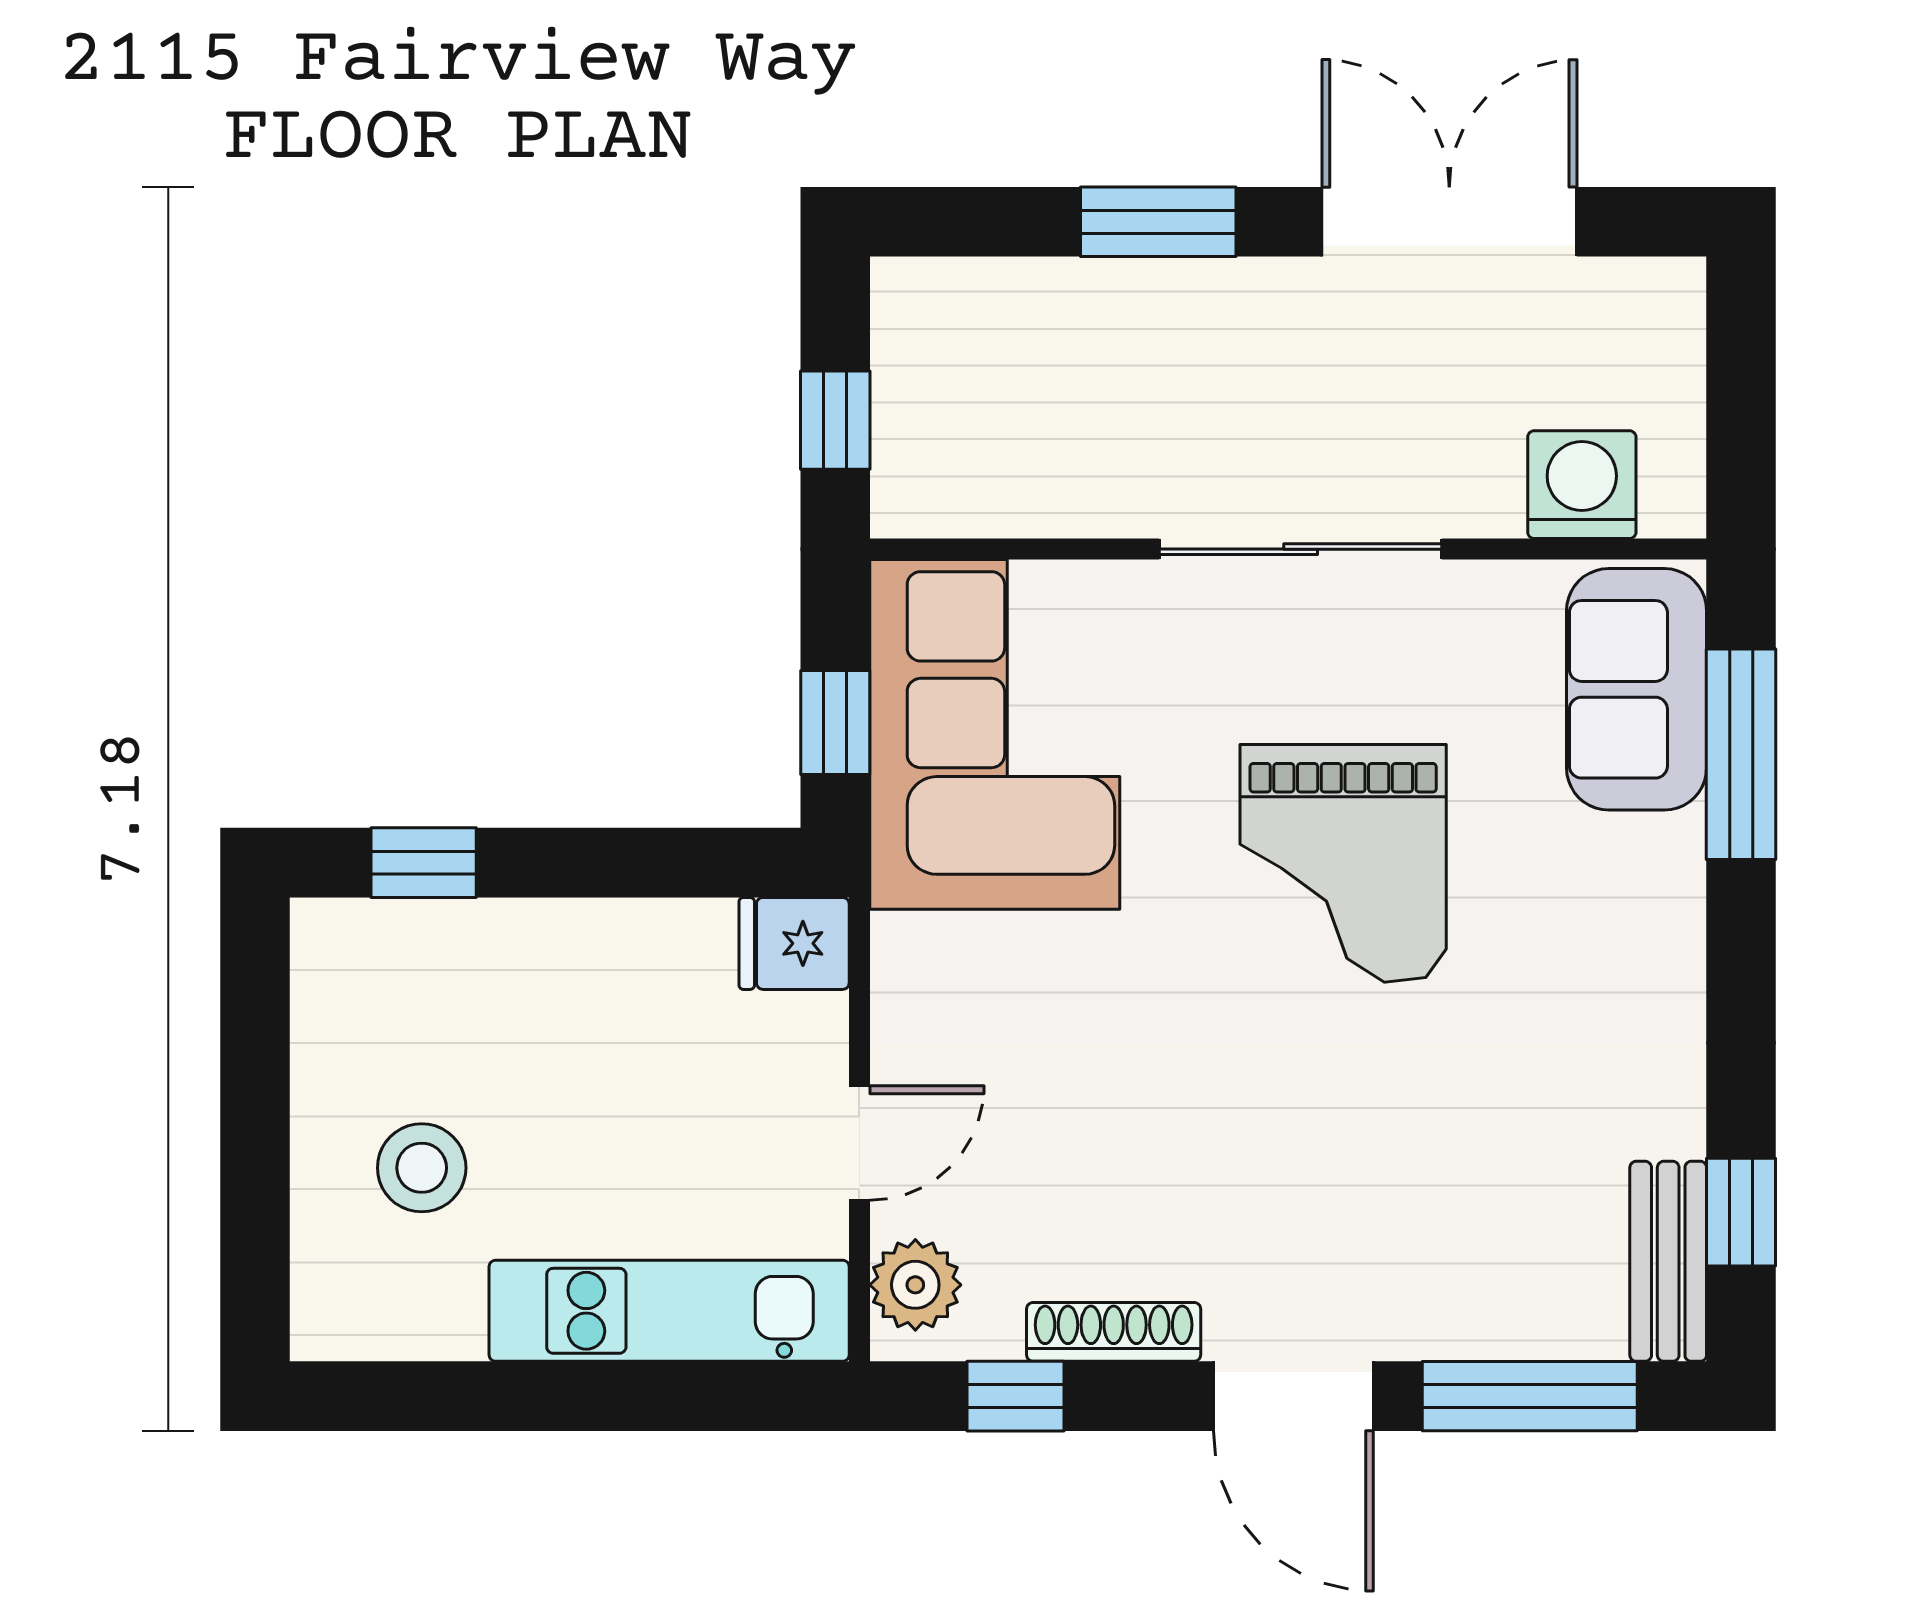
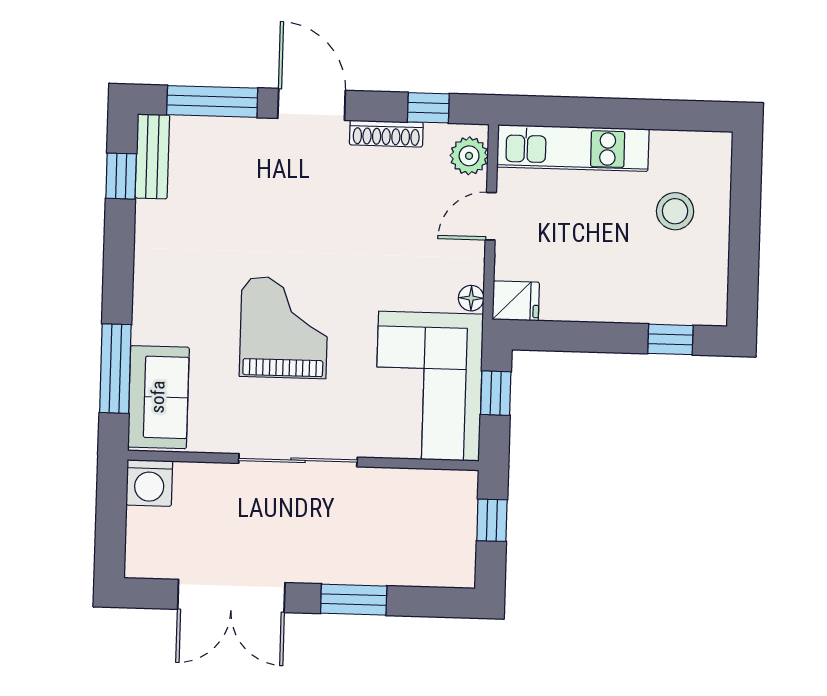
washing machine: (1582, 485) -> (149, 483), moved
floor lamp: (900, 947) -> (471, 298), added

